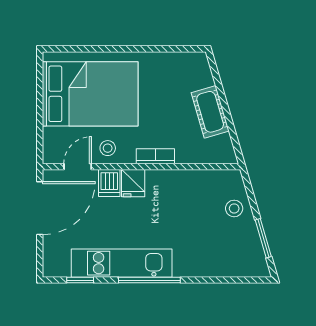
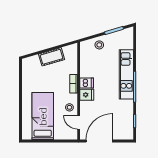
bed: (90, 94) -> (43, 116), width x0.67
dishwasher: (109, 183) -> (87, 83), moved
door: (40, 208) -> (99, 141), hinge flipped
kitchen unit: (122, 263) -> (126, 74), moved

